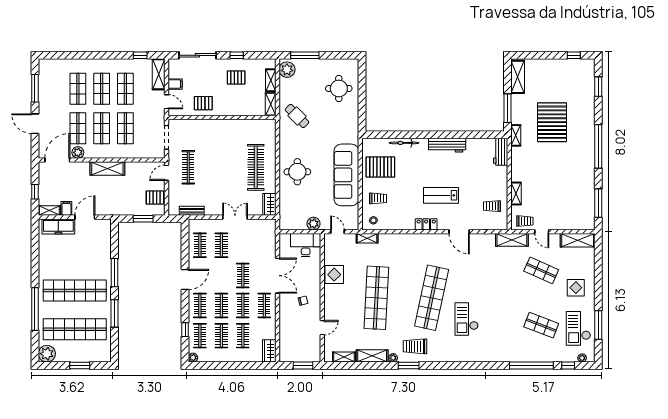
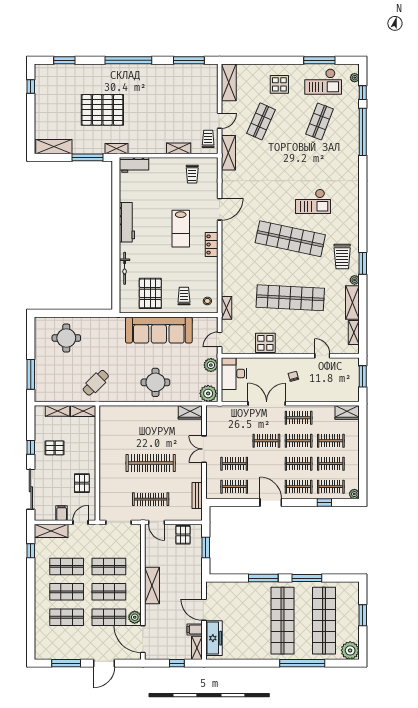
plant: (287, 70) -> (208, 393), moved
pallet: (236, 77) -> (55, 448), turned 90
clothes rail: (256, 167) -> (151, 463), moved

